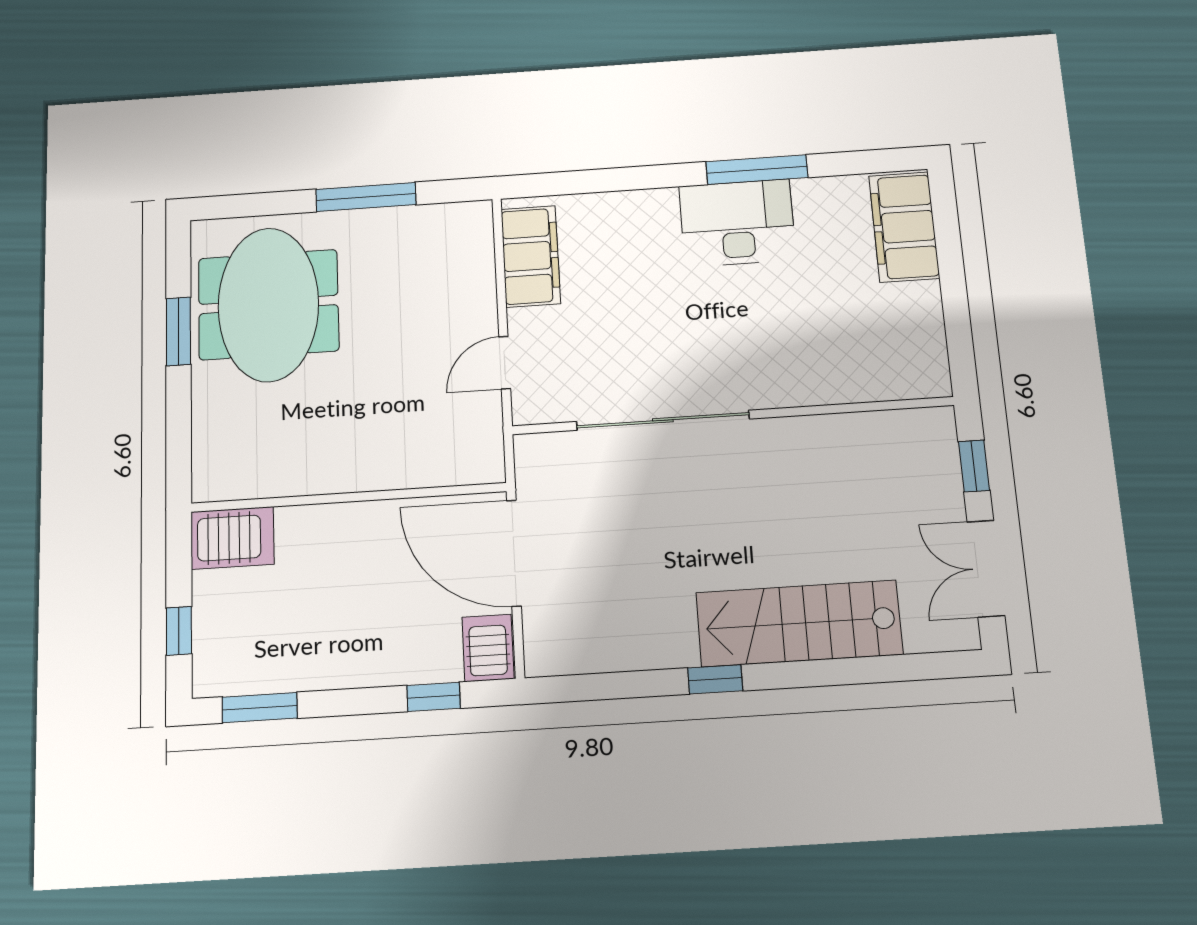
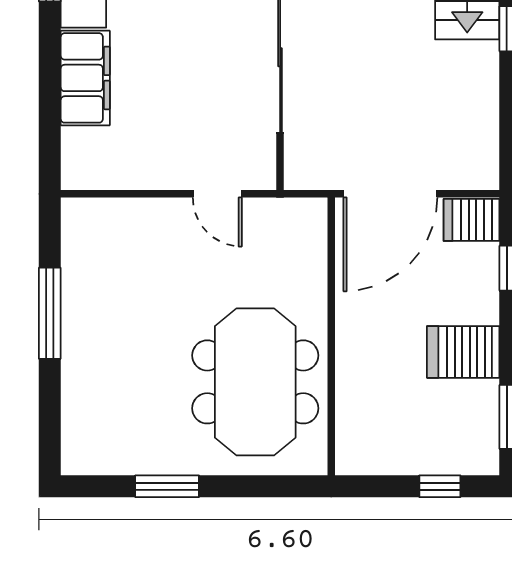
filing cabinet: (531, 256) -> (85, 78), moved, turned 90
meeting table: (268, 304) -> (255, 382), moved, turned 90
server rack: (232, 538) -> (463, 352), moved, turned -90

